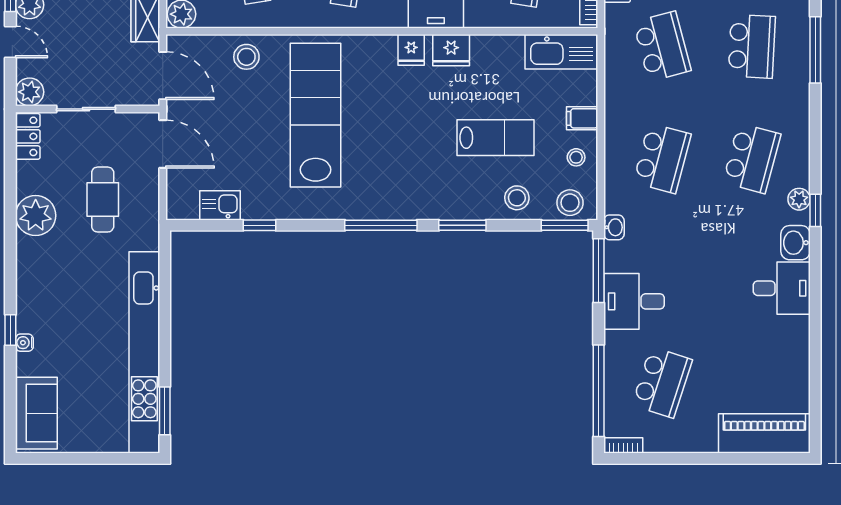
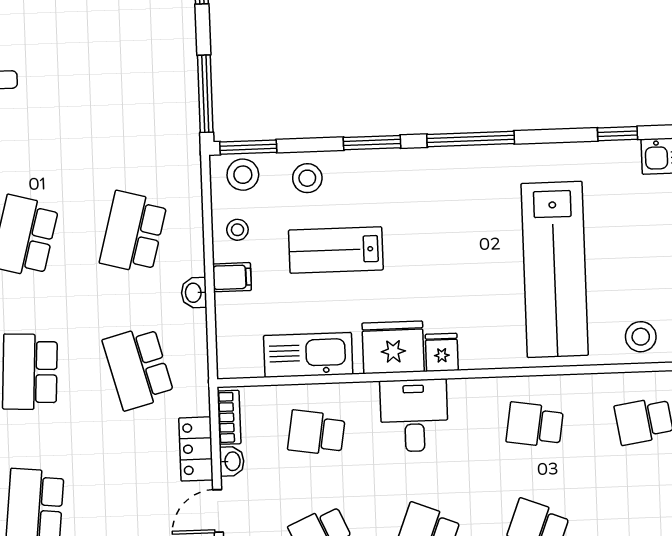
fridge: (451, 50) -> (393, 347), width x1.36, depth x1.34
kitchen sink: (561, 52) -> (308, 355), moved
washbasin: (614, 227) -> (194, 293), moved
desk: (634, 301) -> (161, 58), removed

